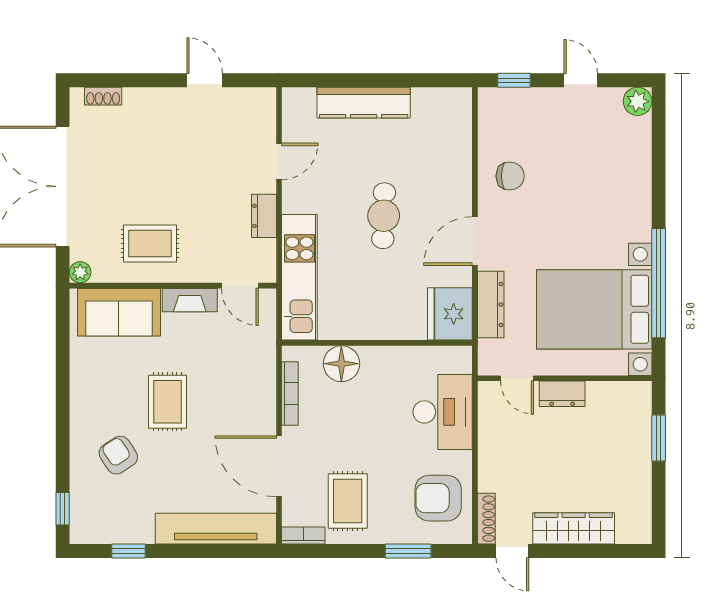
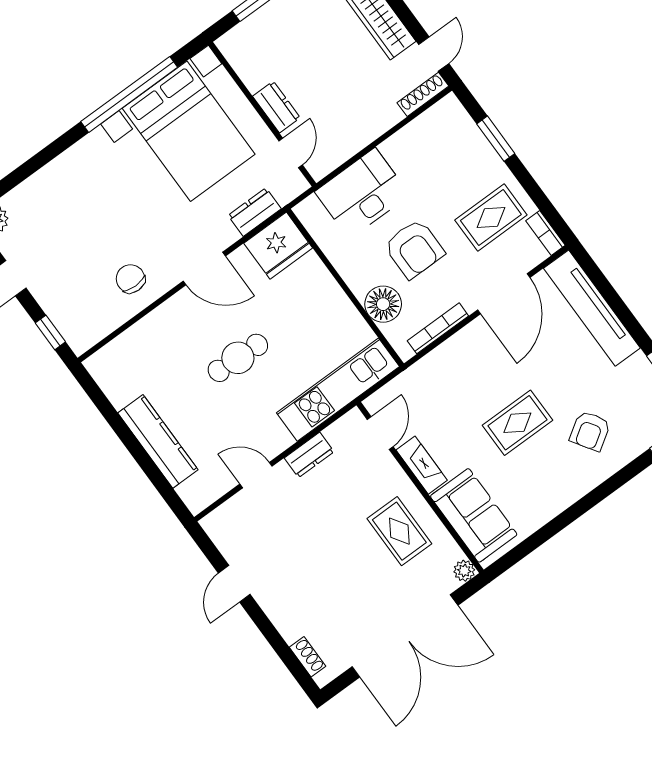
dresser: (491, 304) -> (255, 212), width x0.70
armchair: (438, 498) -> (414, 249), moved

